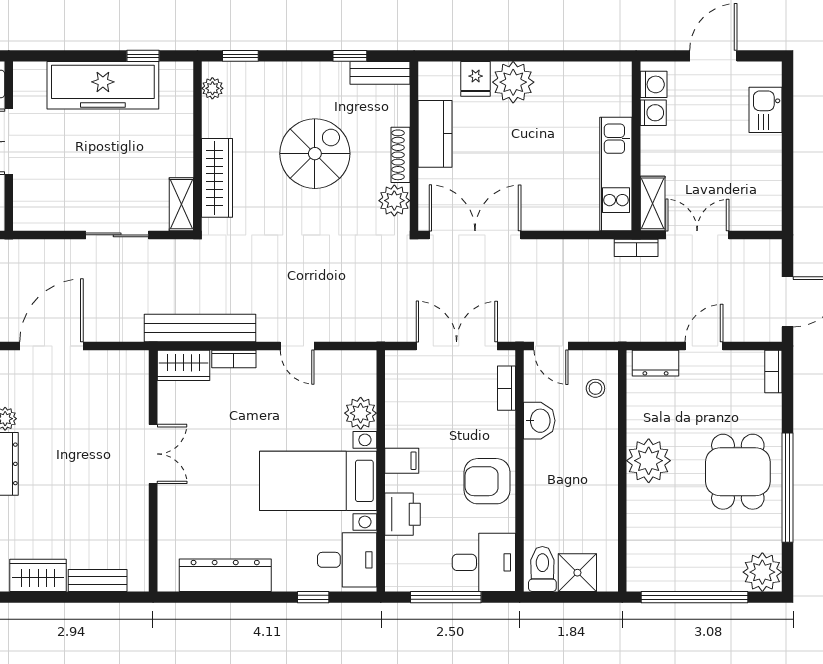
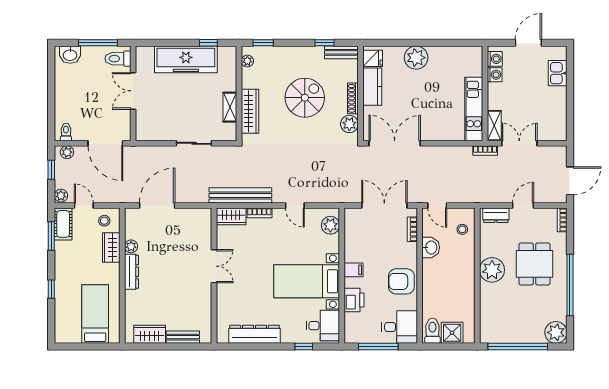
fridge: (476, 79) -> (373, 58), moved, turned -90
shelving: (181, 204) -> (230, 107), moved
plant: (361, 413) -> (330, 225), moved
dining table: (738, 472) -> (534, 264), moved

